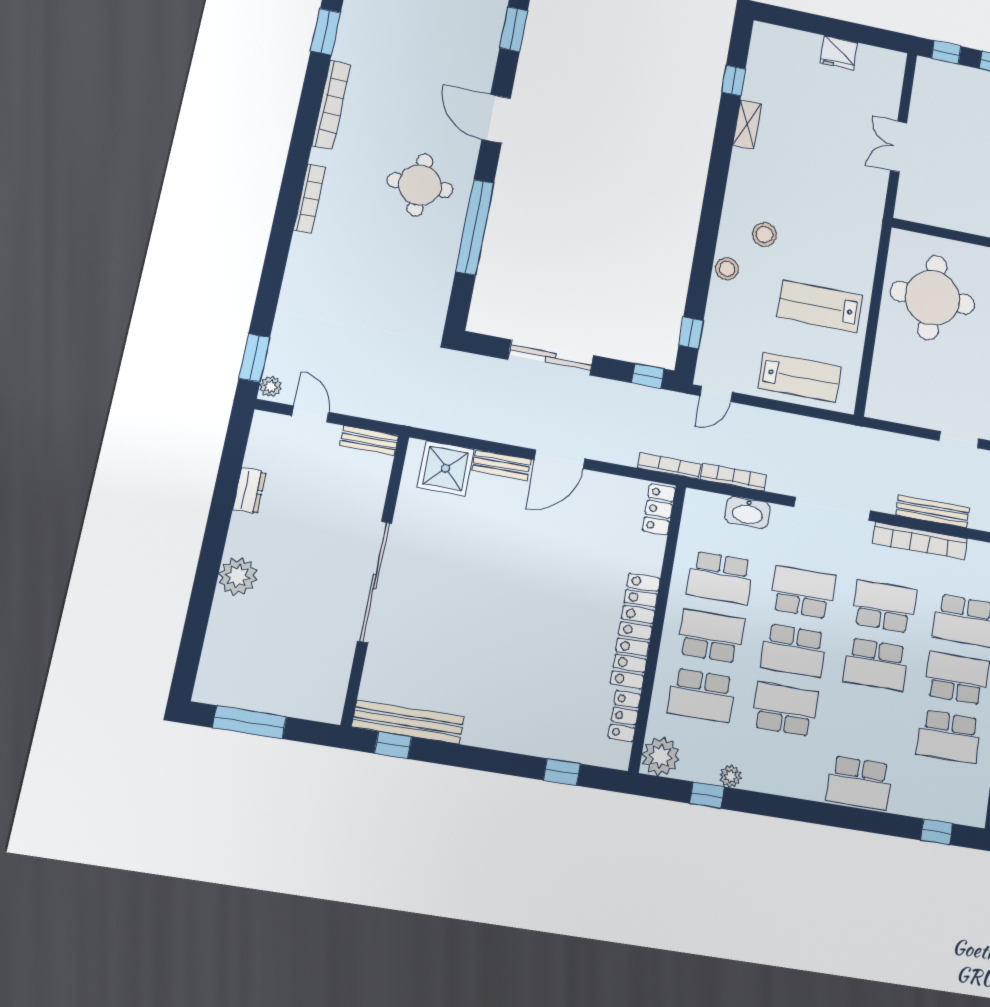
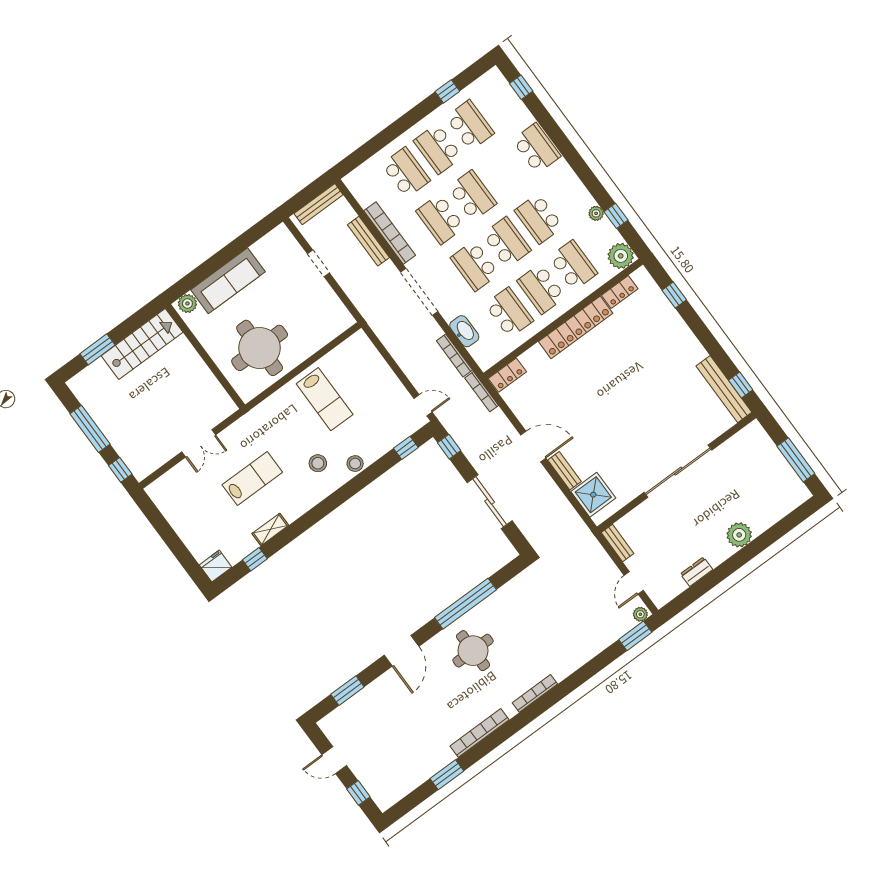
fridge: (839, 53) -> (216, 566), moved, turned -90
lab bench: (800, 377) -> (252, 478), moved, turned 90

